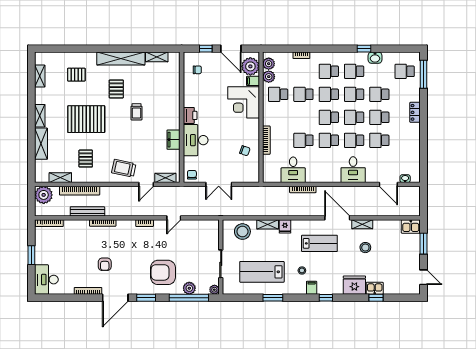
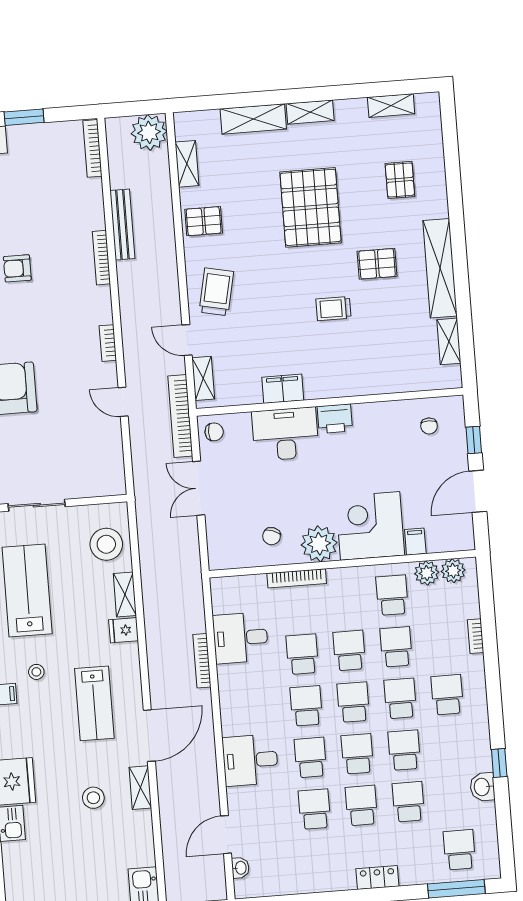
plant: (250, 66) -> (319, 544), moved
school desk: (354, 71) -> (349, 651), moved
pallet: (86, 159) -> (204, 221), moved
bookcase: (80, 191) -> (180, 416), moved

